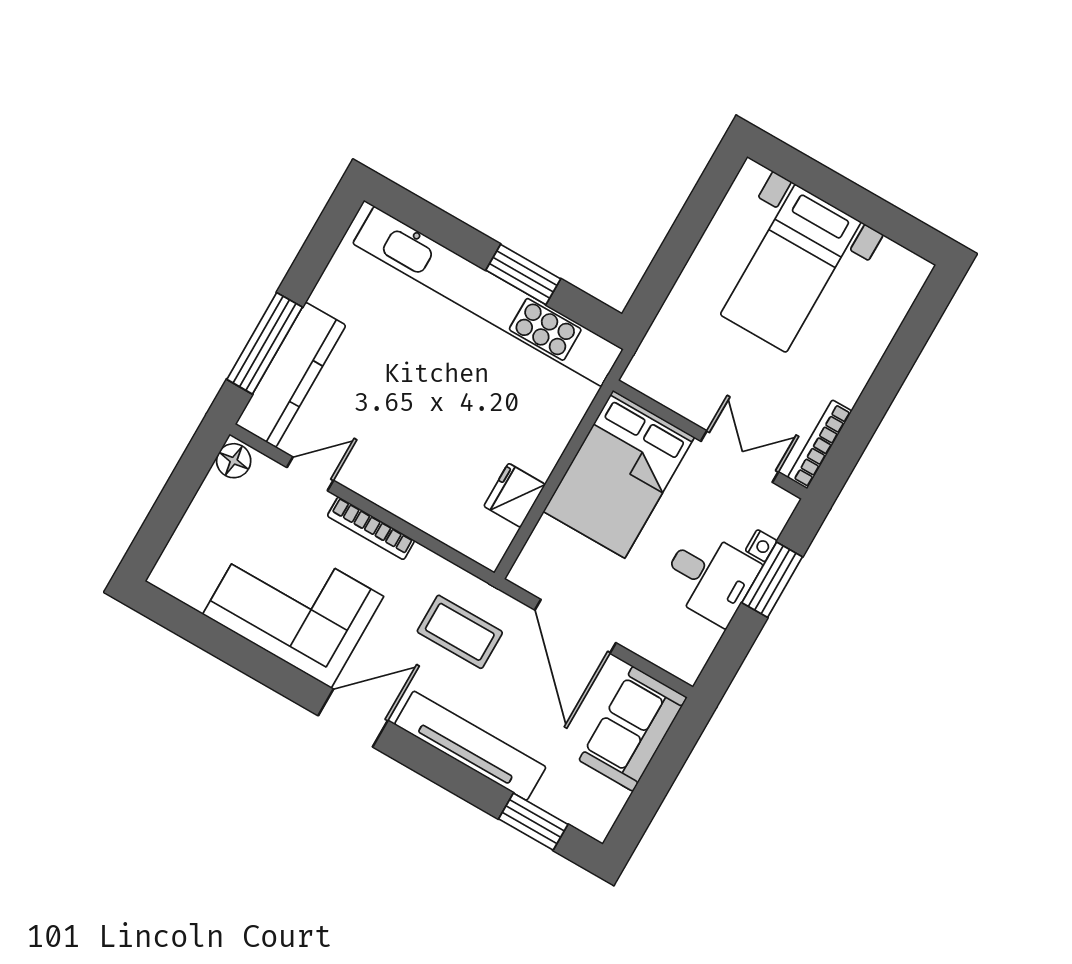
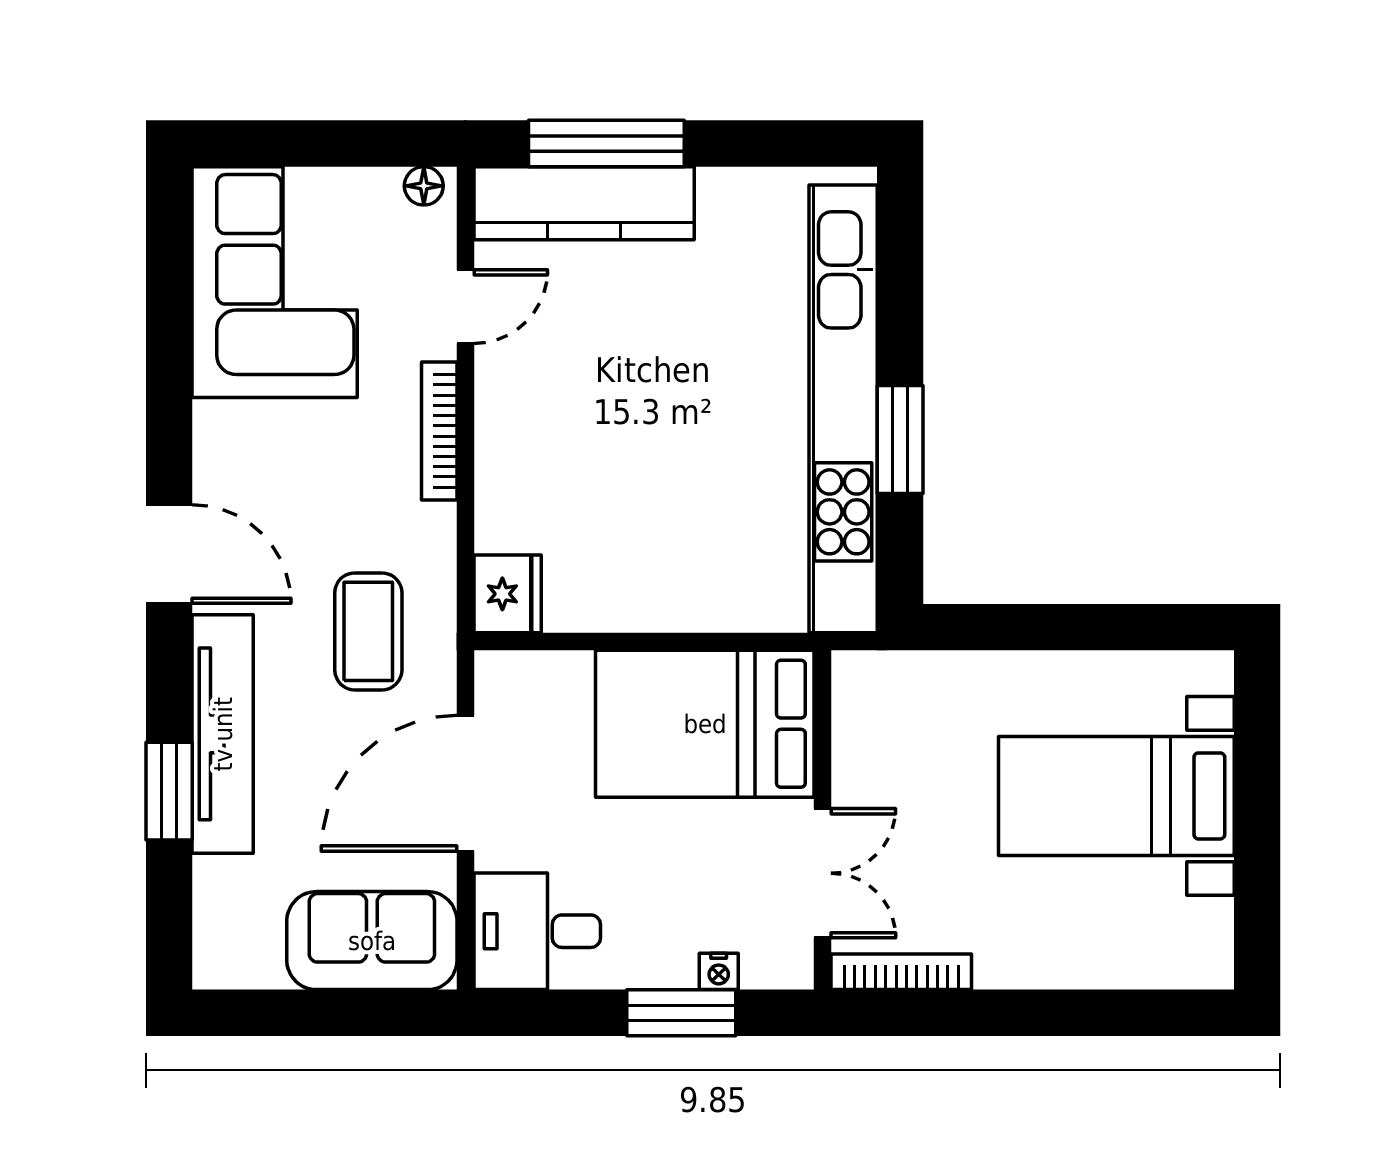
floor lamp: (234, 461) -> (424, 186), width x0.73, depth x0.73
door: (310, 474) -> (466, 307), hinge flipped
fridge: (515, 495) -> (508, 594), moved, turned 90
desk: (710, 577) -> (537, 931), moved, turned 90
corner sofa: (293, 605) -> (275, 282), moved
window: (533, 822) -> (169, 791), moved

